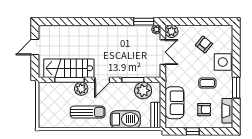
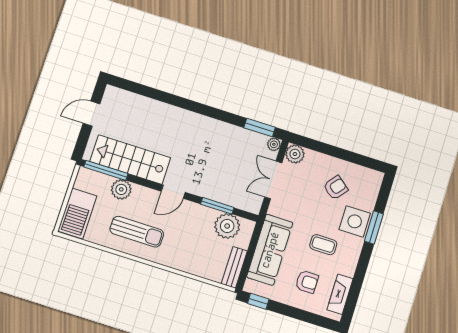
double door: (163, 52) -> (273, 180), swing flipped
window: (70, 80) -> (106, 170), moved
window: (236, 88) -> (374, 227), moved
plant: (81, 89) -> (121, 189), moved
sofa: (175, 103) -> (270, 250), width x1.36
barbecue: (125, 119) -> (77, 213), moved, turned 90
window: (193, 131) -> (258, 301), moved

